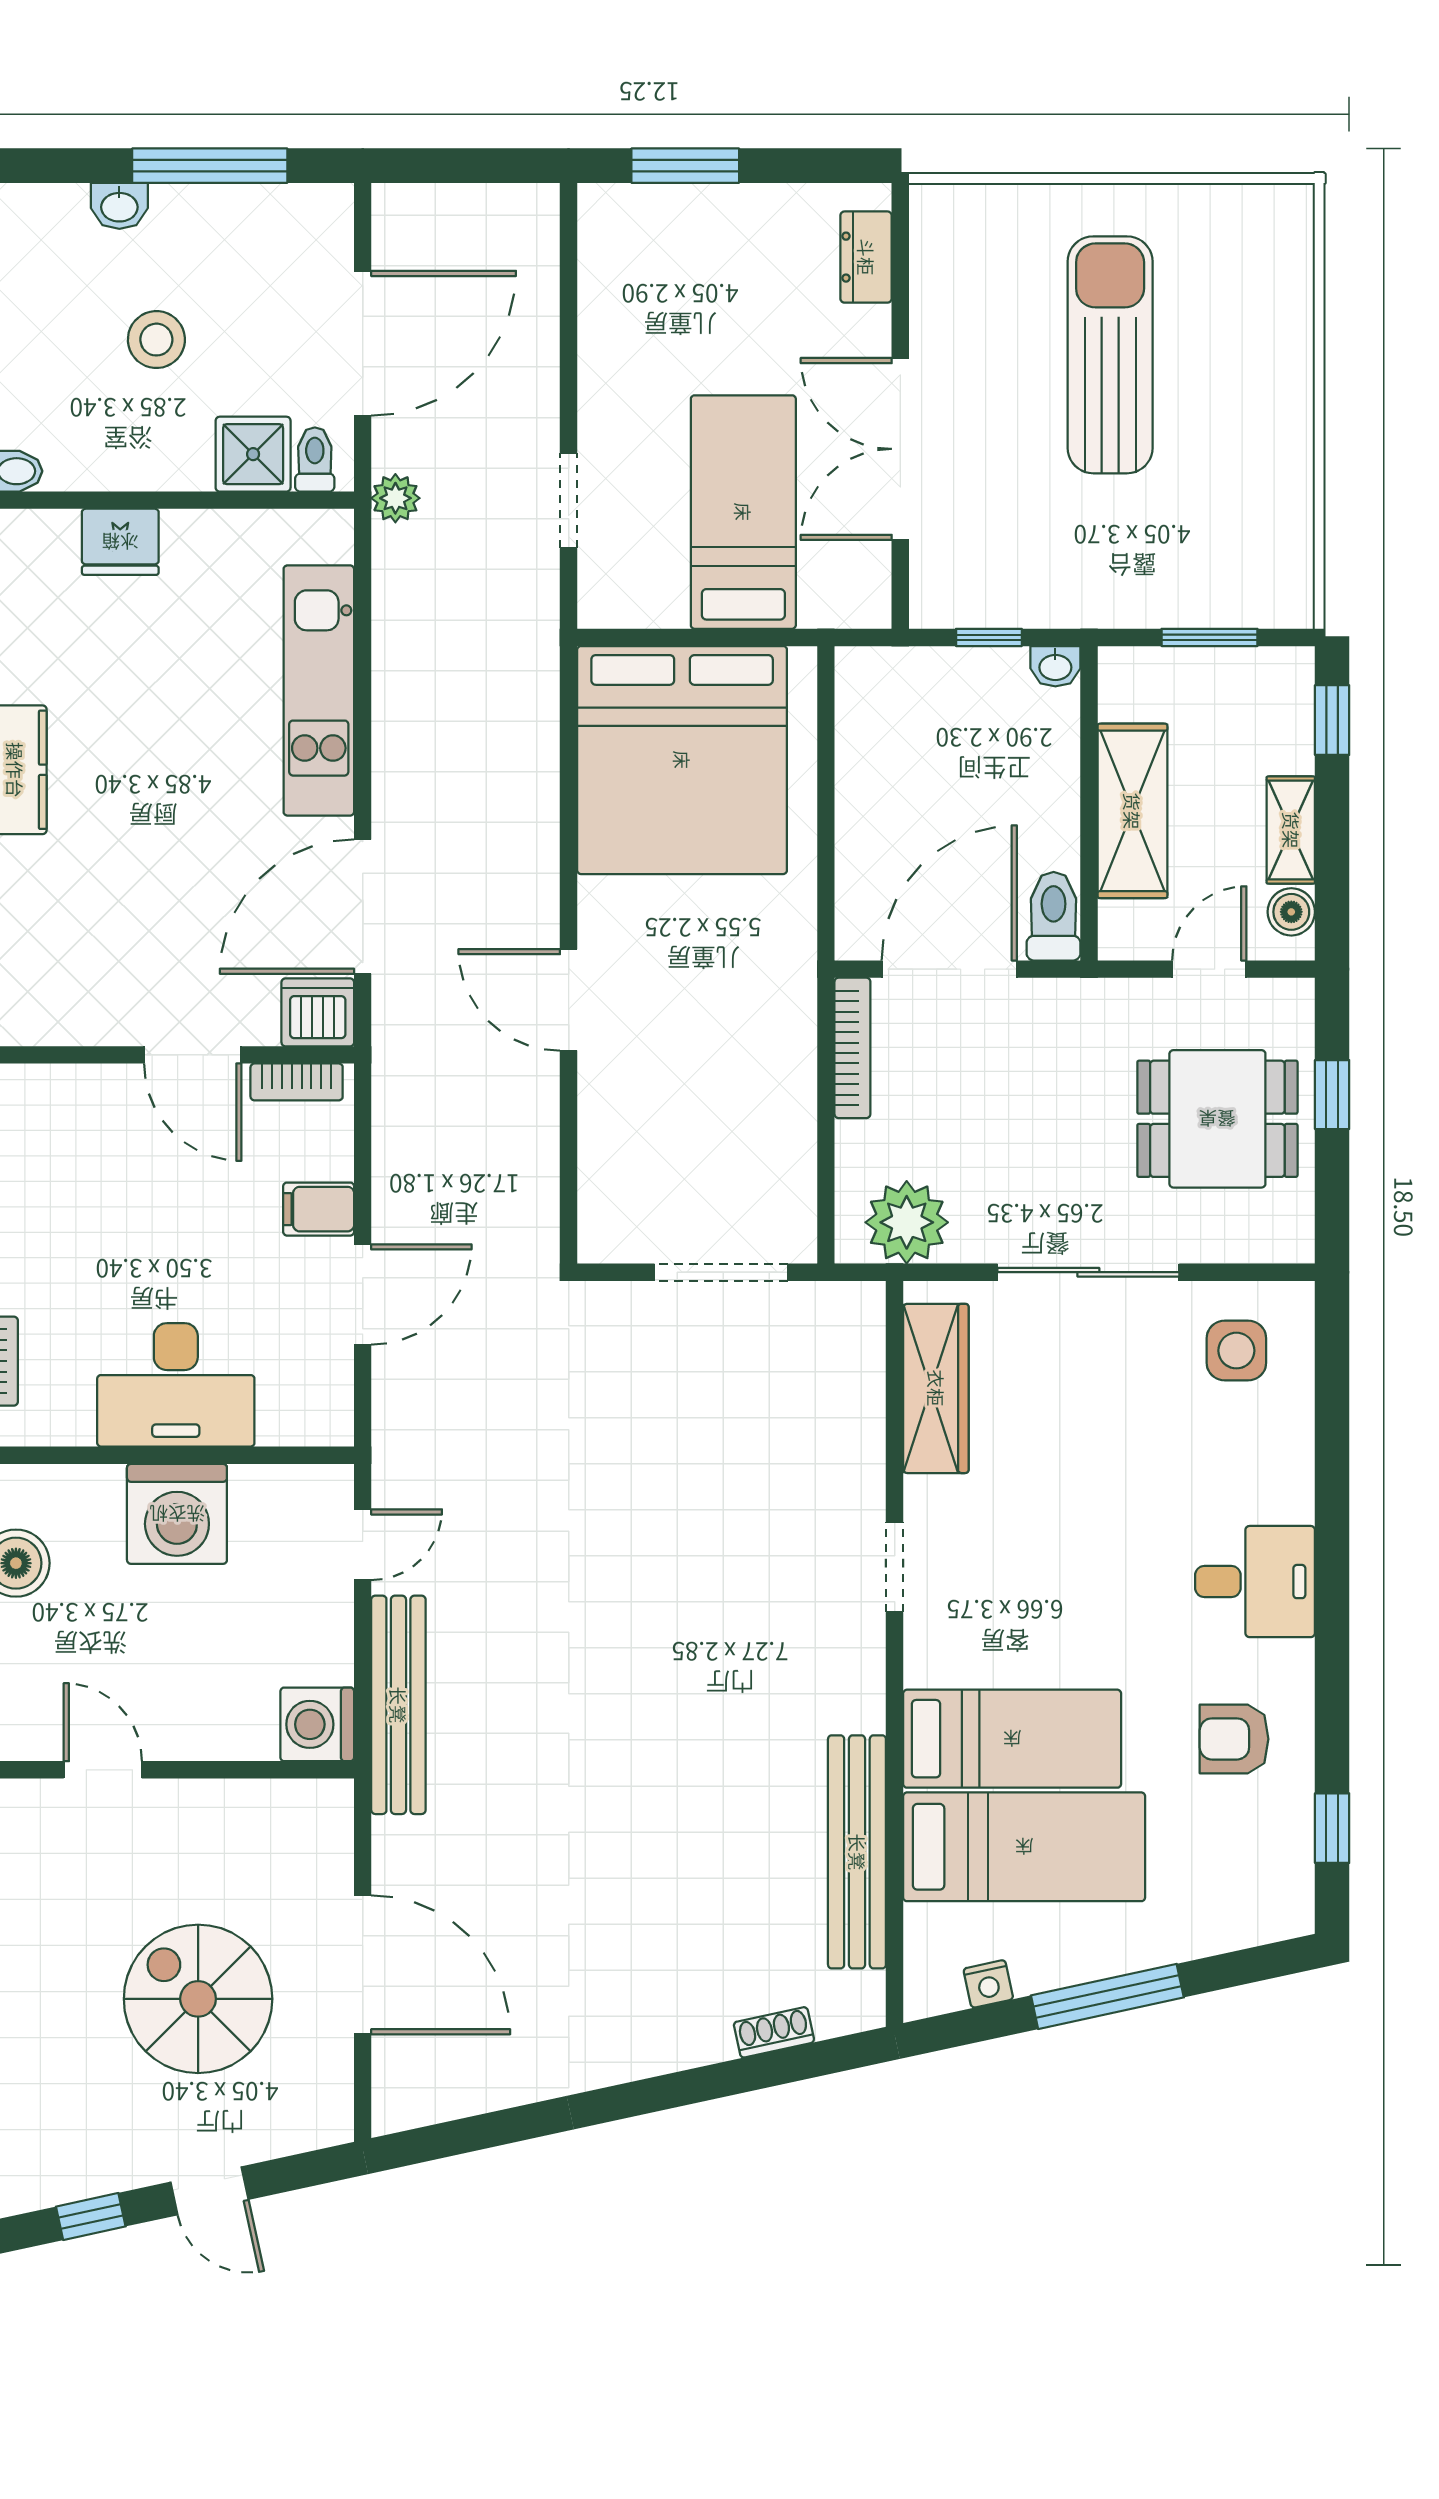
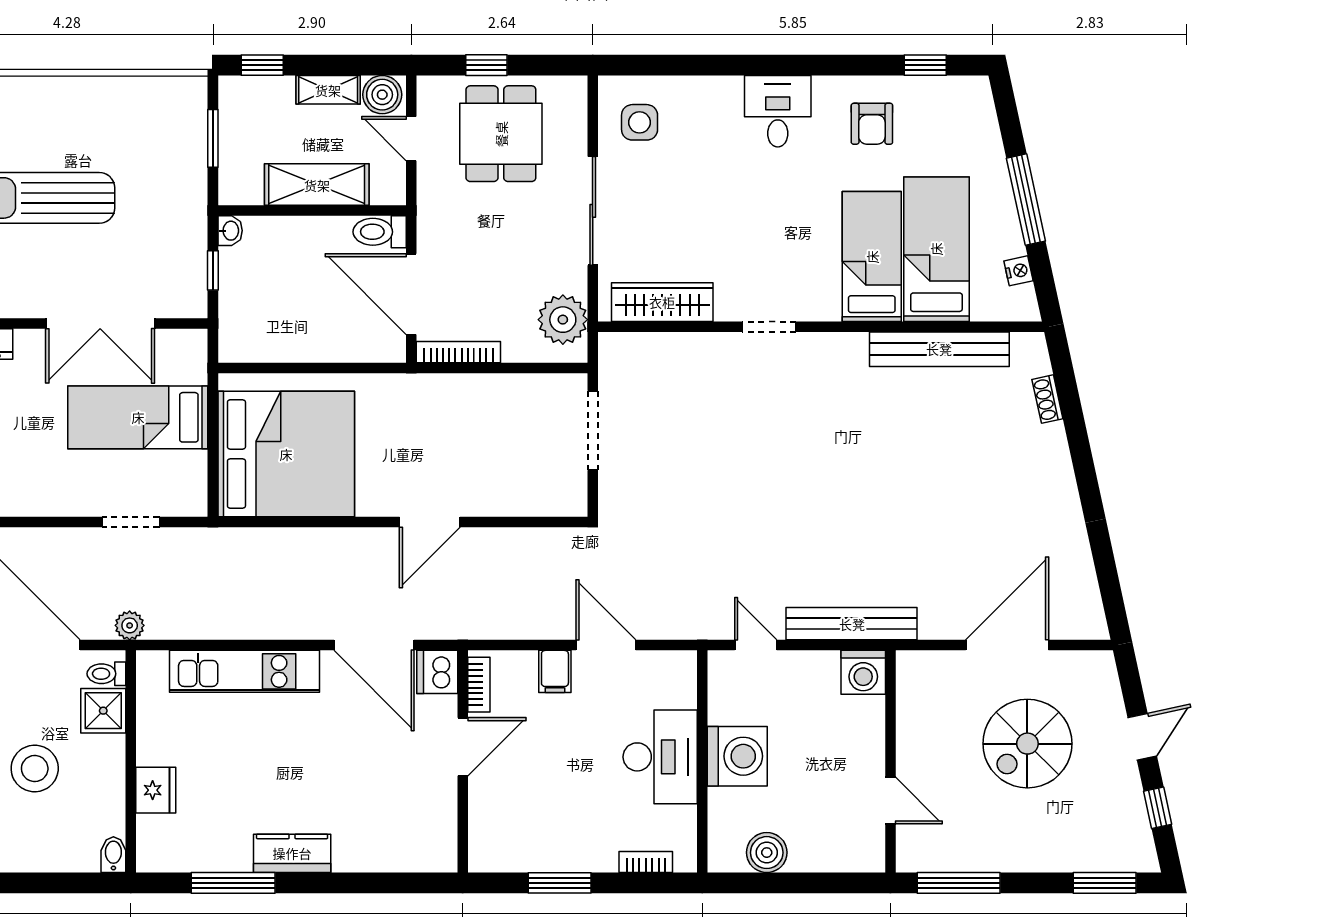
stool: (156, 340) -> (35, 769), width x1.38, depth x1.38
boiler: (1291, 912) -> (382, 95), width x1.36, depth x1.36
door: (103, 1770) -> (890, 801), swing flipped

